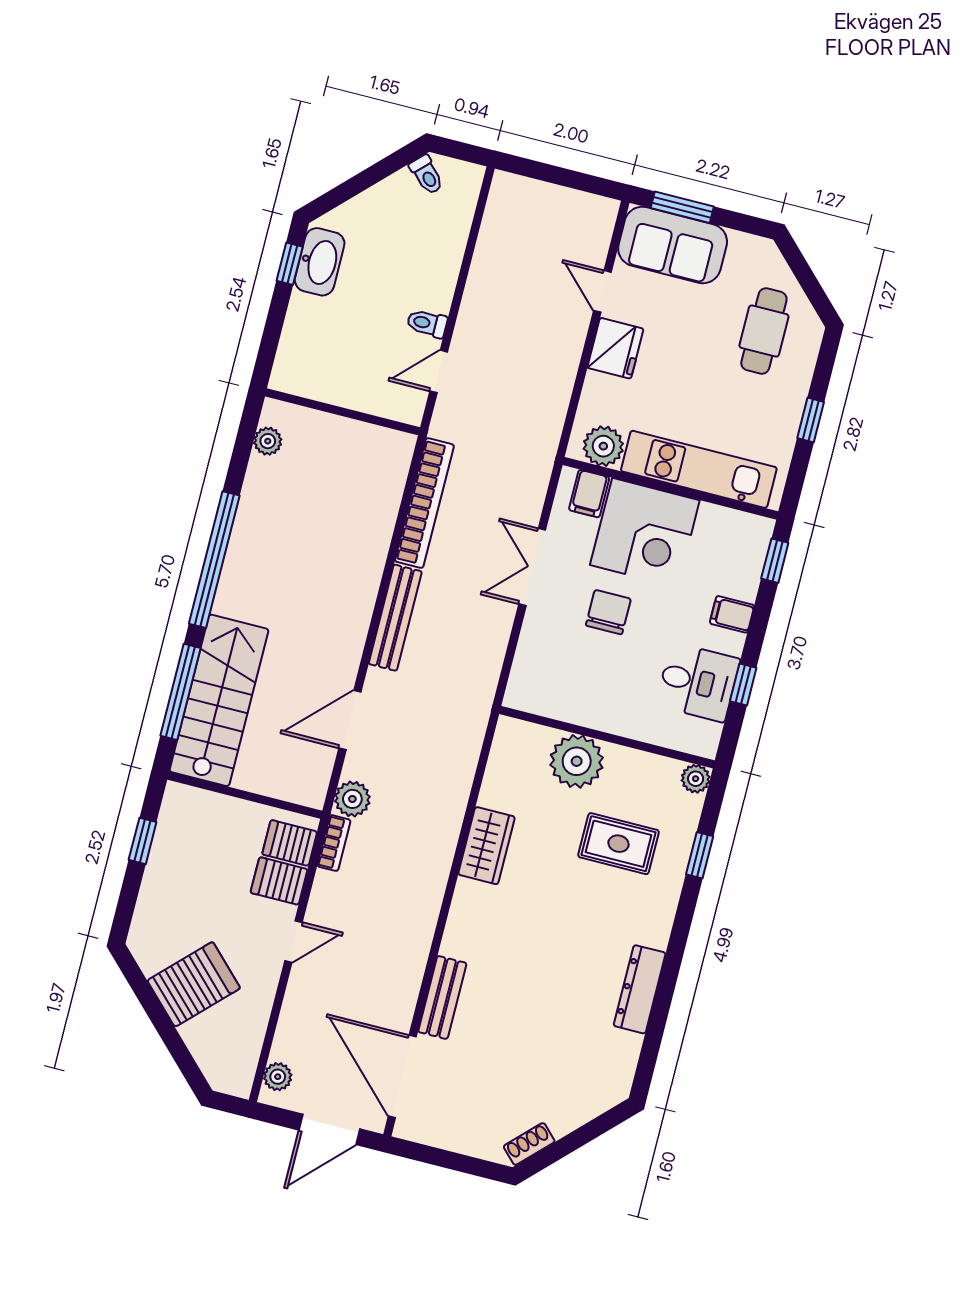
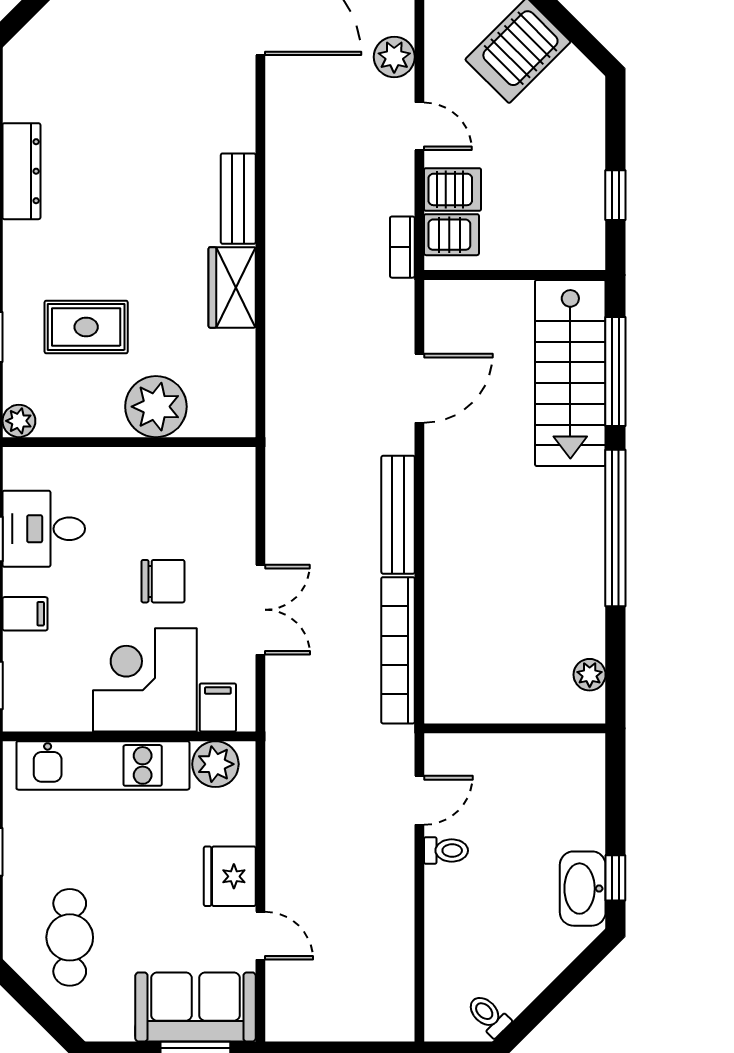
chair: (608, 612) -> (163, 581), turned -90
plant: (352, 799) -> (394, 57), moved
door: (293, 942) -> (419, 126), swing flipped
bench: (442, 997) -> (238, 199), moved

